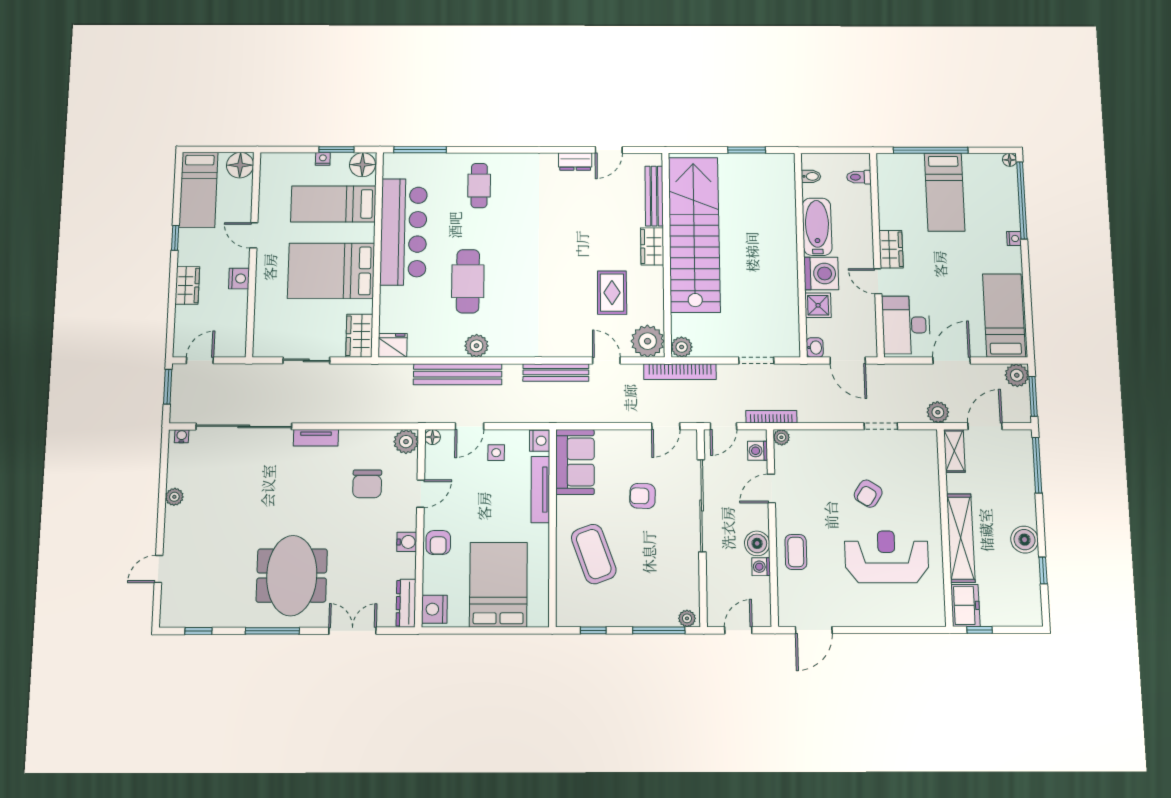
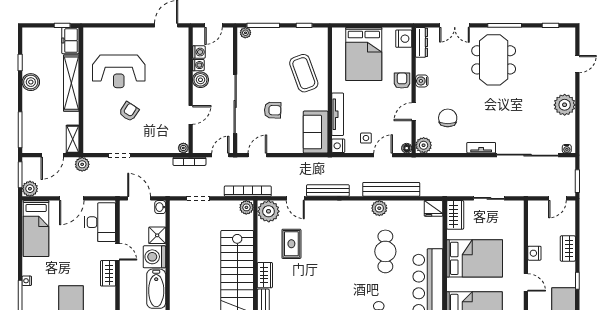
washing machine: (758, 451) -> (199, 52), moved
plant: (174, 497) -> (565, 105), width x1.88, depth x1.88
coffee table: (796, 552) -> (176, 74), removed

